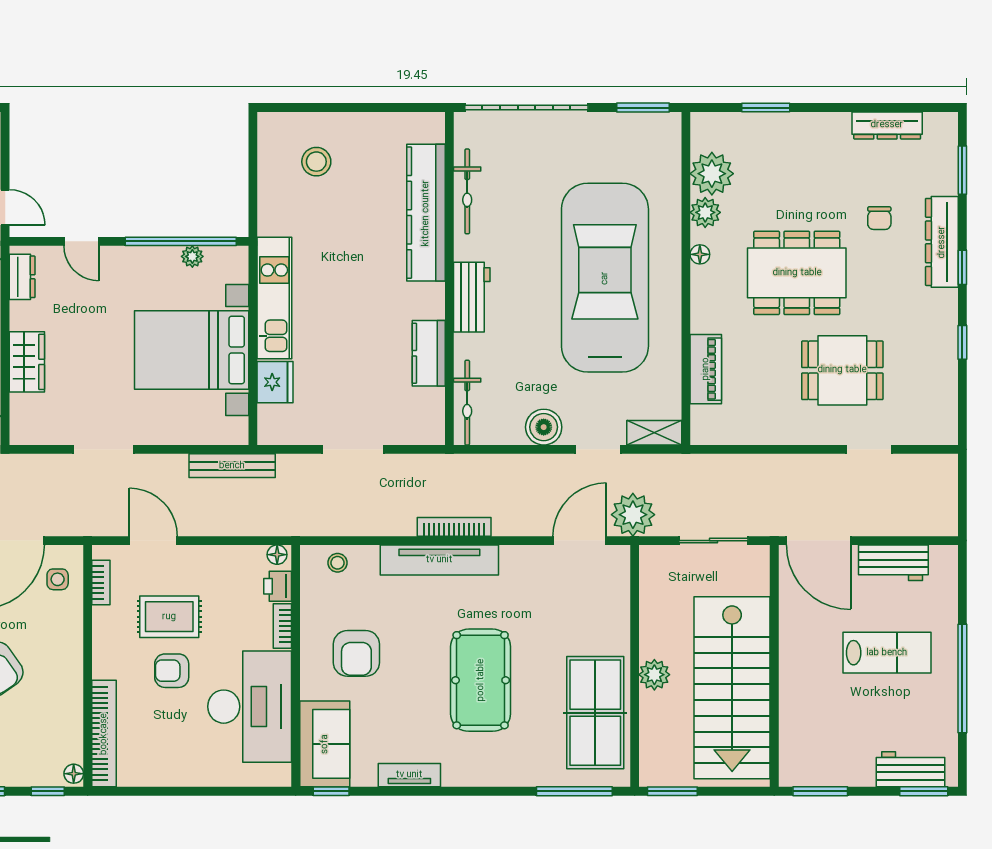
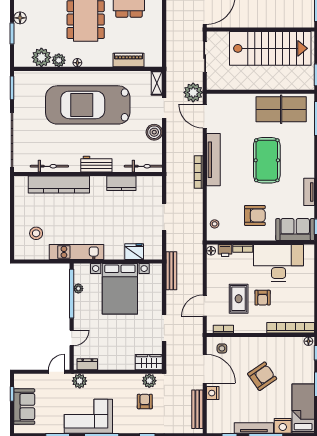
floor lamp: (801, 125) -> (20, 18), added
kitchen unit: (274, 298) -> (76, 252), moved
wardrobe: (27, 362) -> (149, 362), moved
tv unit: (439, 560) -> (213, 160), moved
plant: (654, 675) -> (264, 83), removed
pool table: (481, 680) -> (267, 160), turned 90

